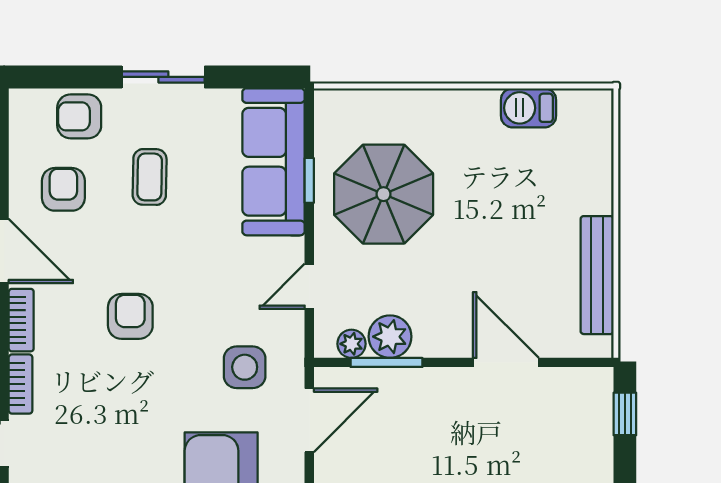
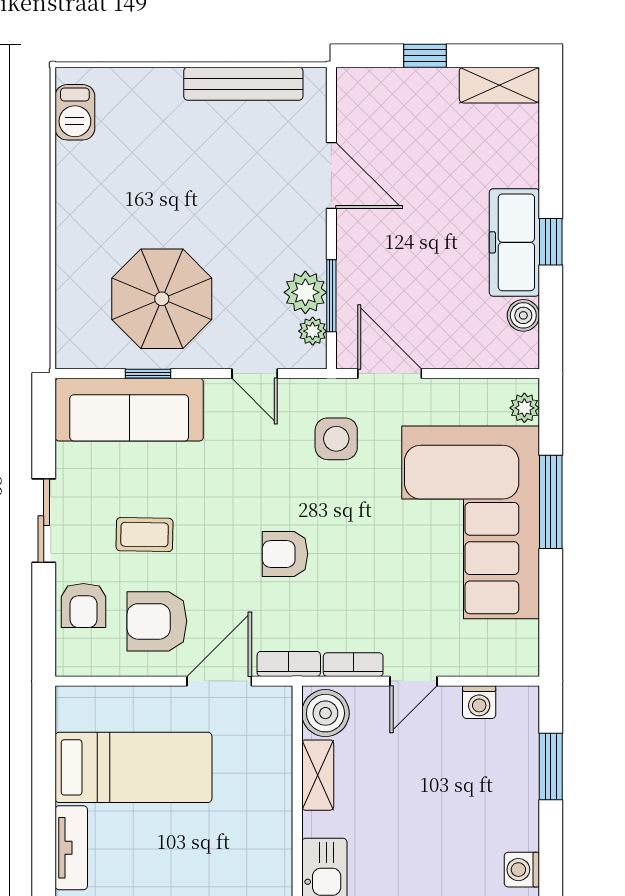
barbecue: (529, 108) -> (75, 112), moved
armchair: (63, 189) -> (157, 621), width x1.38, depth x1.38
door: (506, 362) -> (331, 176), swing flipped
window: (625, 414) -> (425, 56), moved

